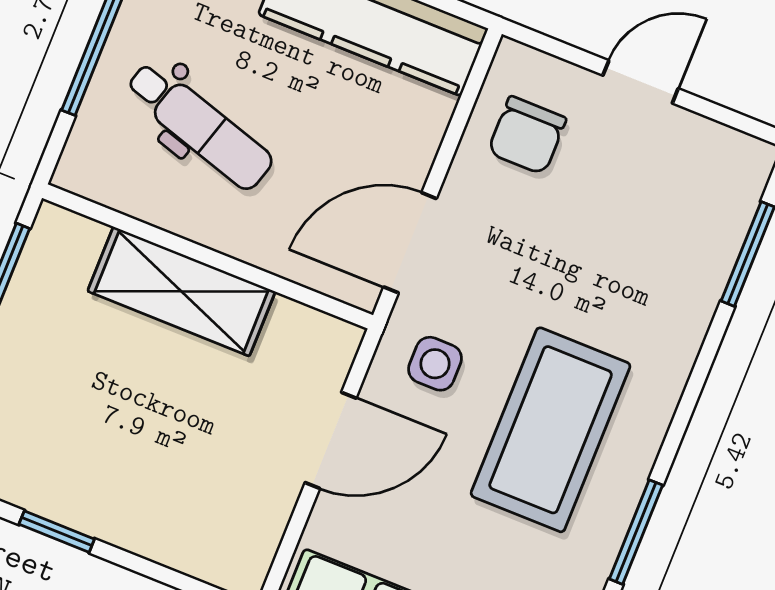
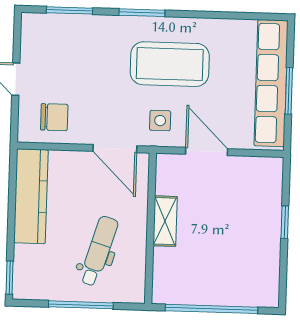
shelving: (181, 291) -> (165, 221), width x0.67, depth x0.75
window: (57, 532) -> (285, 222), moved
window: (636, 532) -> (142, 13), moved

